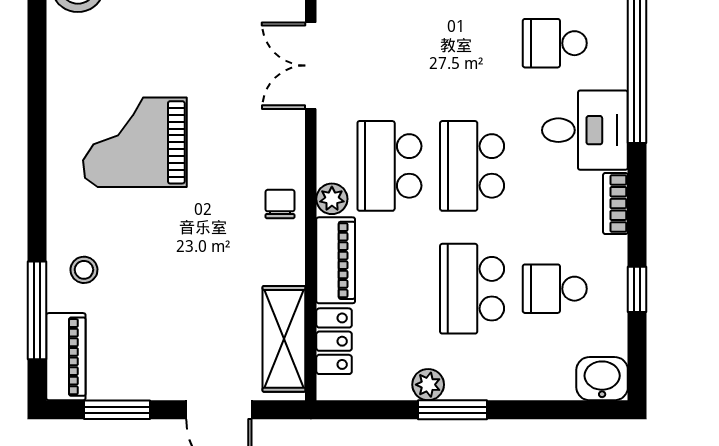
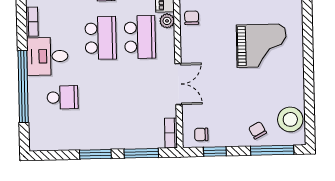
chair: (280, 204) -> (192, 18), turned 180

